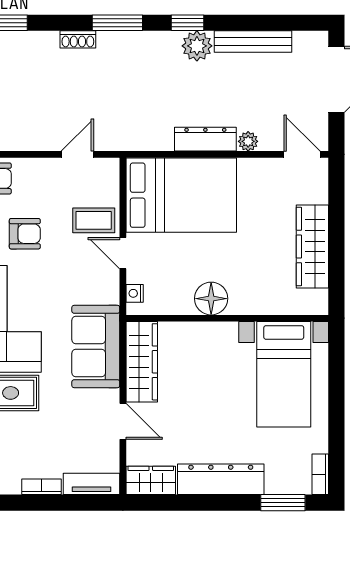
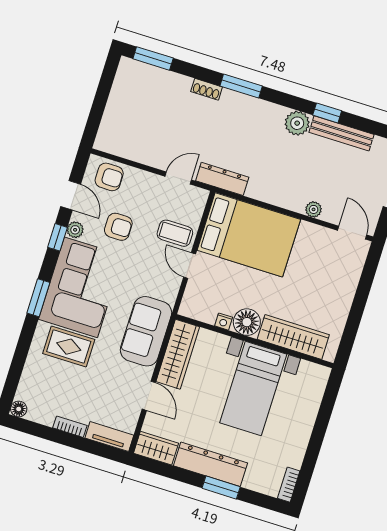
window: (188, 23) -> (327, 113), moved
dresser: (205, 139) -> (222, 179), moved
wardrobe: (312, 247) -> (293, 337), moved, turned 90
nightstand: (135, 293) -> (224, 322), moved, turned -90
bed with nightstands: (284, 374) -> (253, 389), moved
window: (283, 503) -> (221, 487), moved

